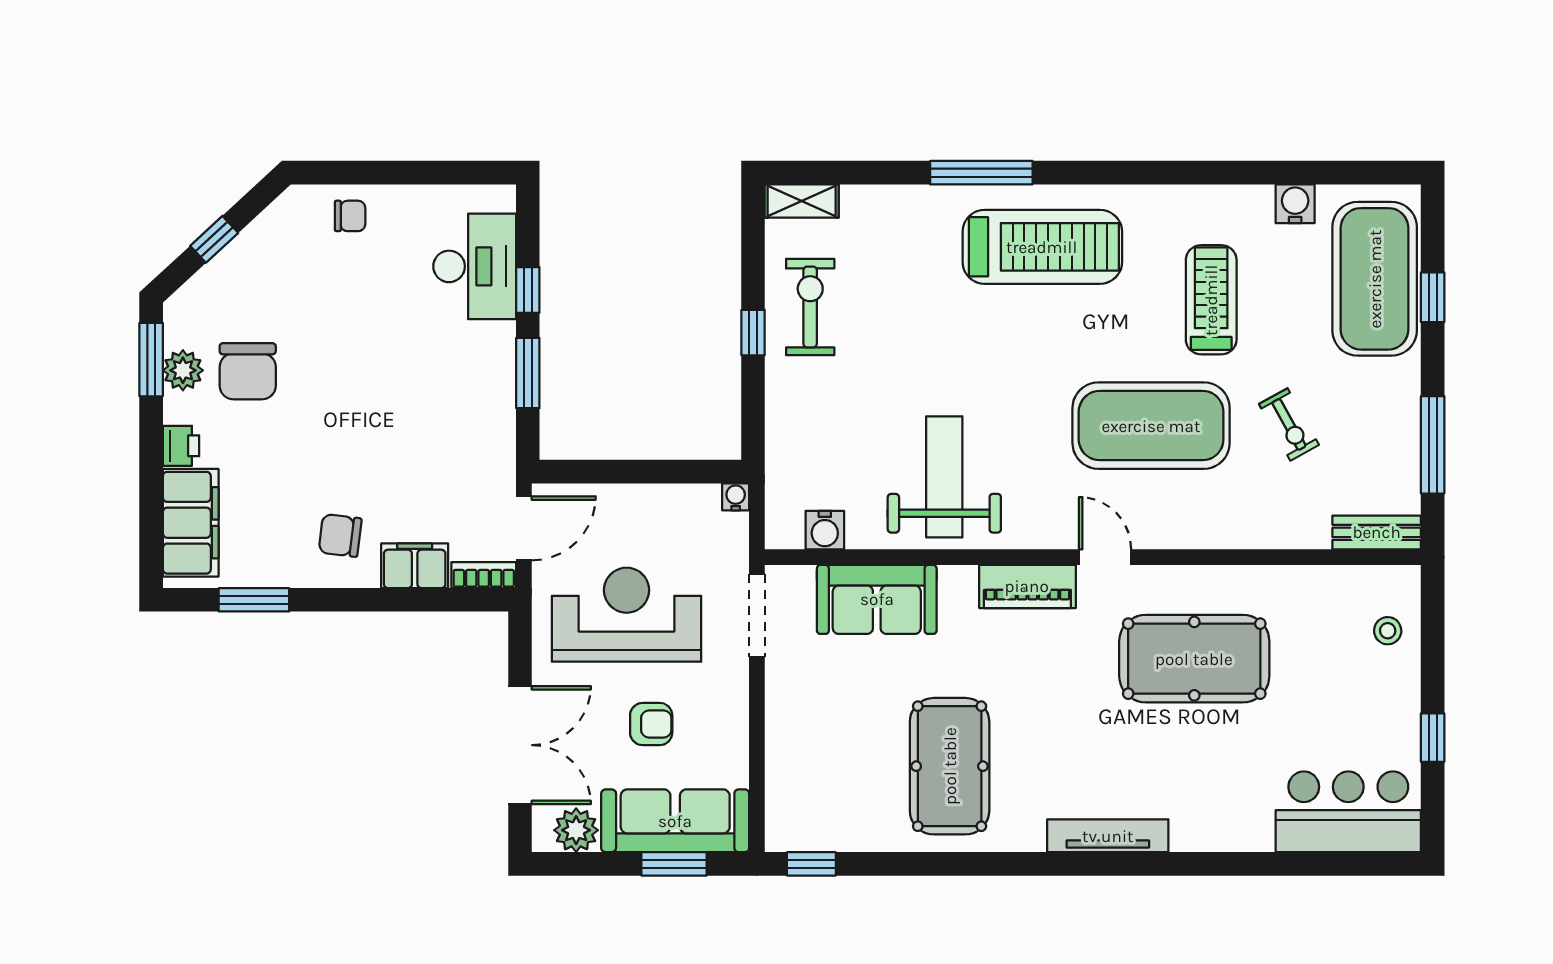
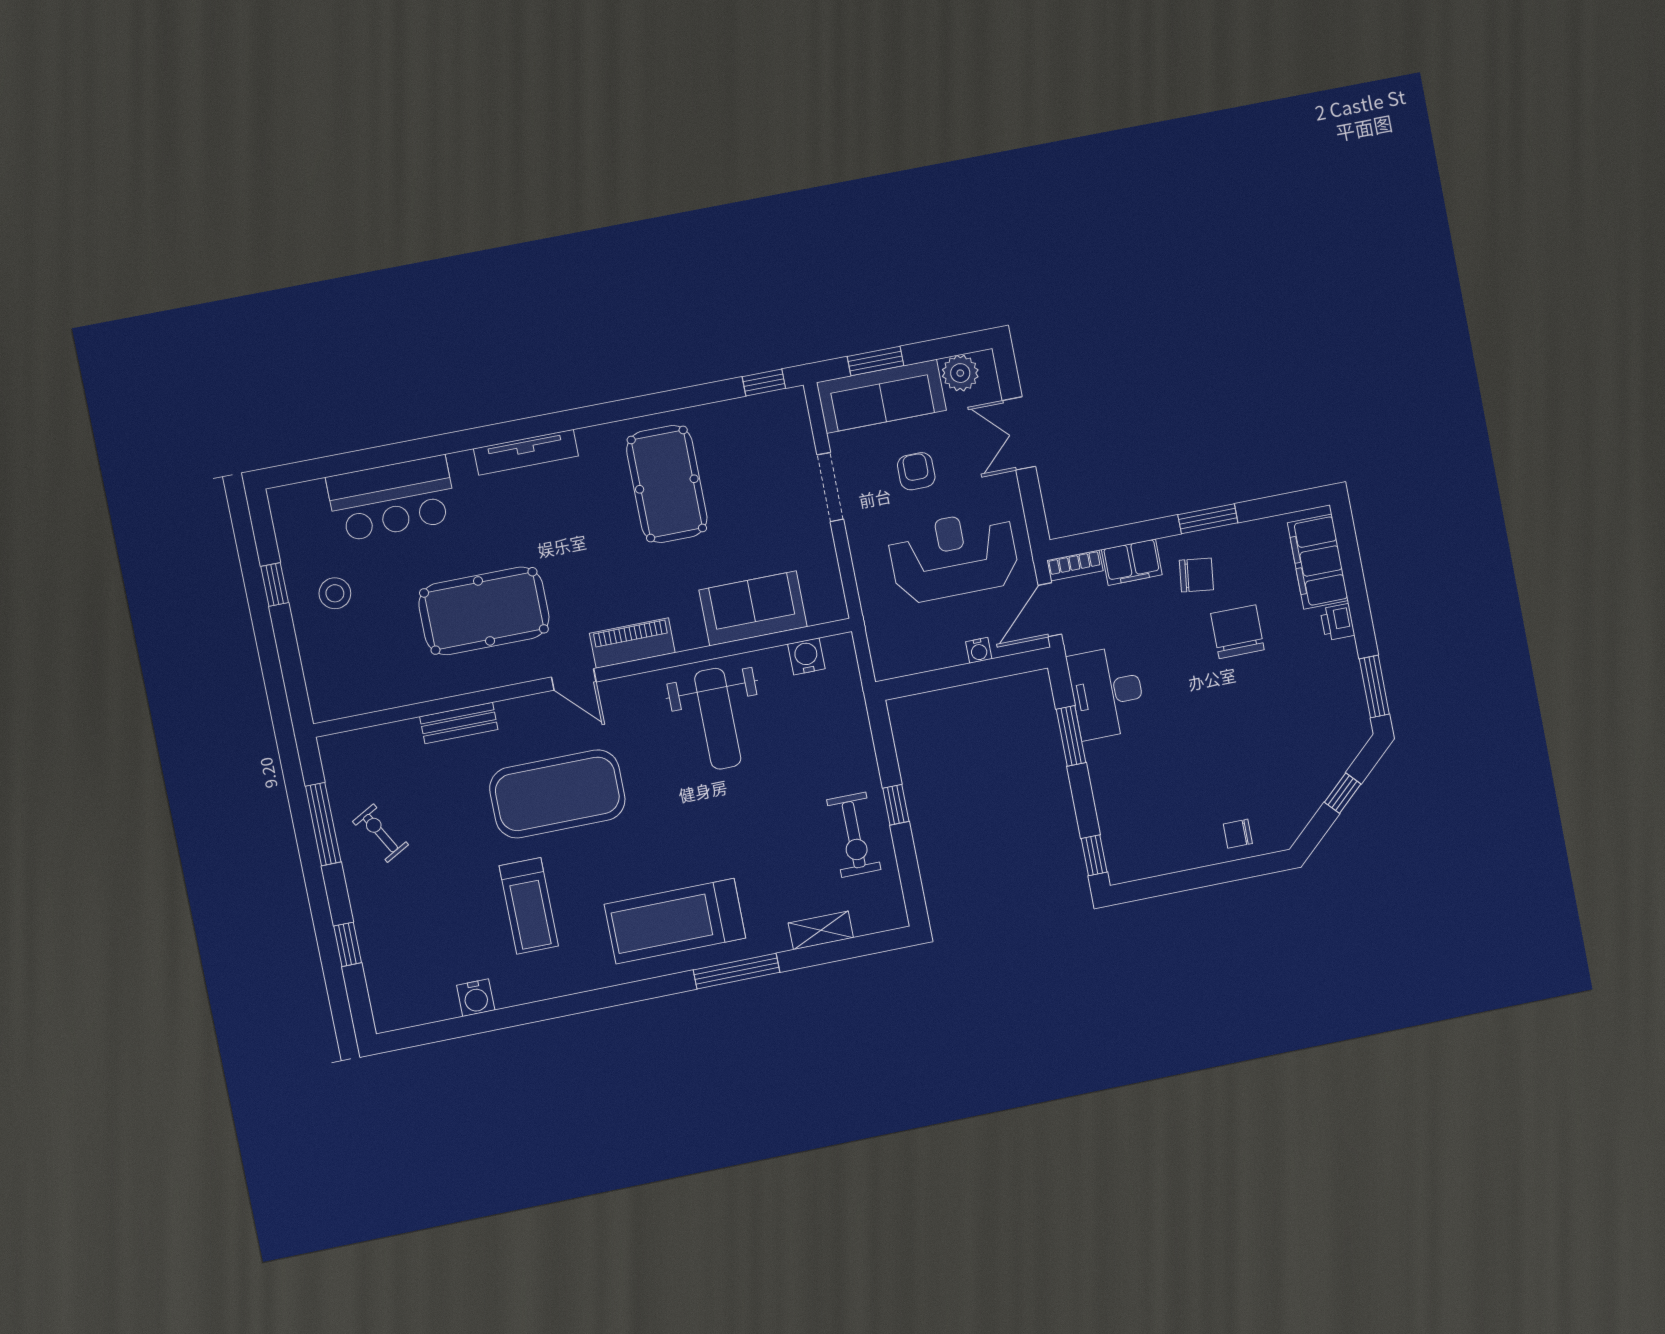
shelving: (802, 201) -> (821, 930), moved
desk: (475, 266) -> (1107, 693), moved
exercise mat: (1375, 279) -> (398, 950), removed
window: (528, 290) -> (1094, 855), moved
plant: (183, 370) -> (1347, 683), removed
chair: (248, 371) -> (1237, 632), moved
exercise bike: (1289, 424) -> (381, 833), moved
water cooler: (736, 497) -> (979, 650), moved
bench: (1377, 532) -> (459, 723), moved
window: (254, 600) -> (1208, 519), moved
reception desk: (627, 615) -> (954, 556), turned 180
doorway: (757, 616) -> (830, 487), moved
stool: (1388, 631) -> (335, 593), moved, width x1.37, depth x1.37
armchair: (651, 724) -> (916, 471), turned 90
double door: (520, 745) -> (1019, 433), width x0.73
bar counter: (1348, 812) -> (392, 499), moved

